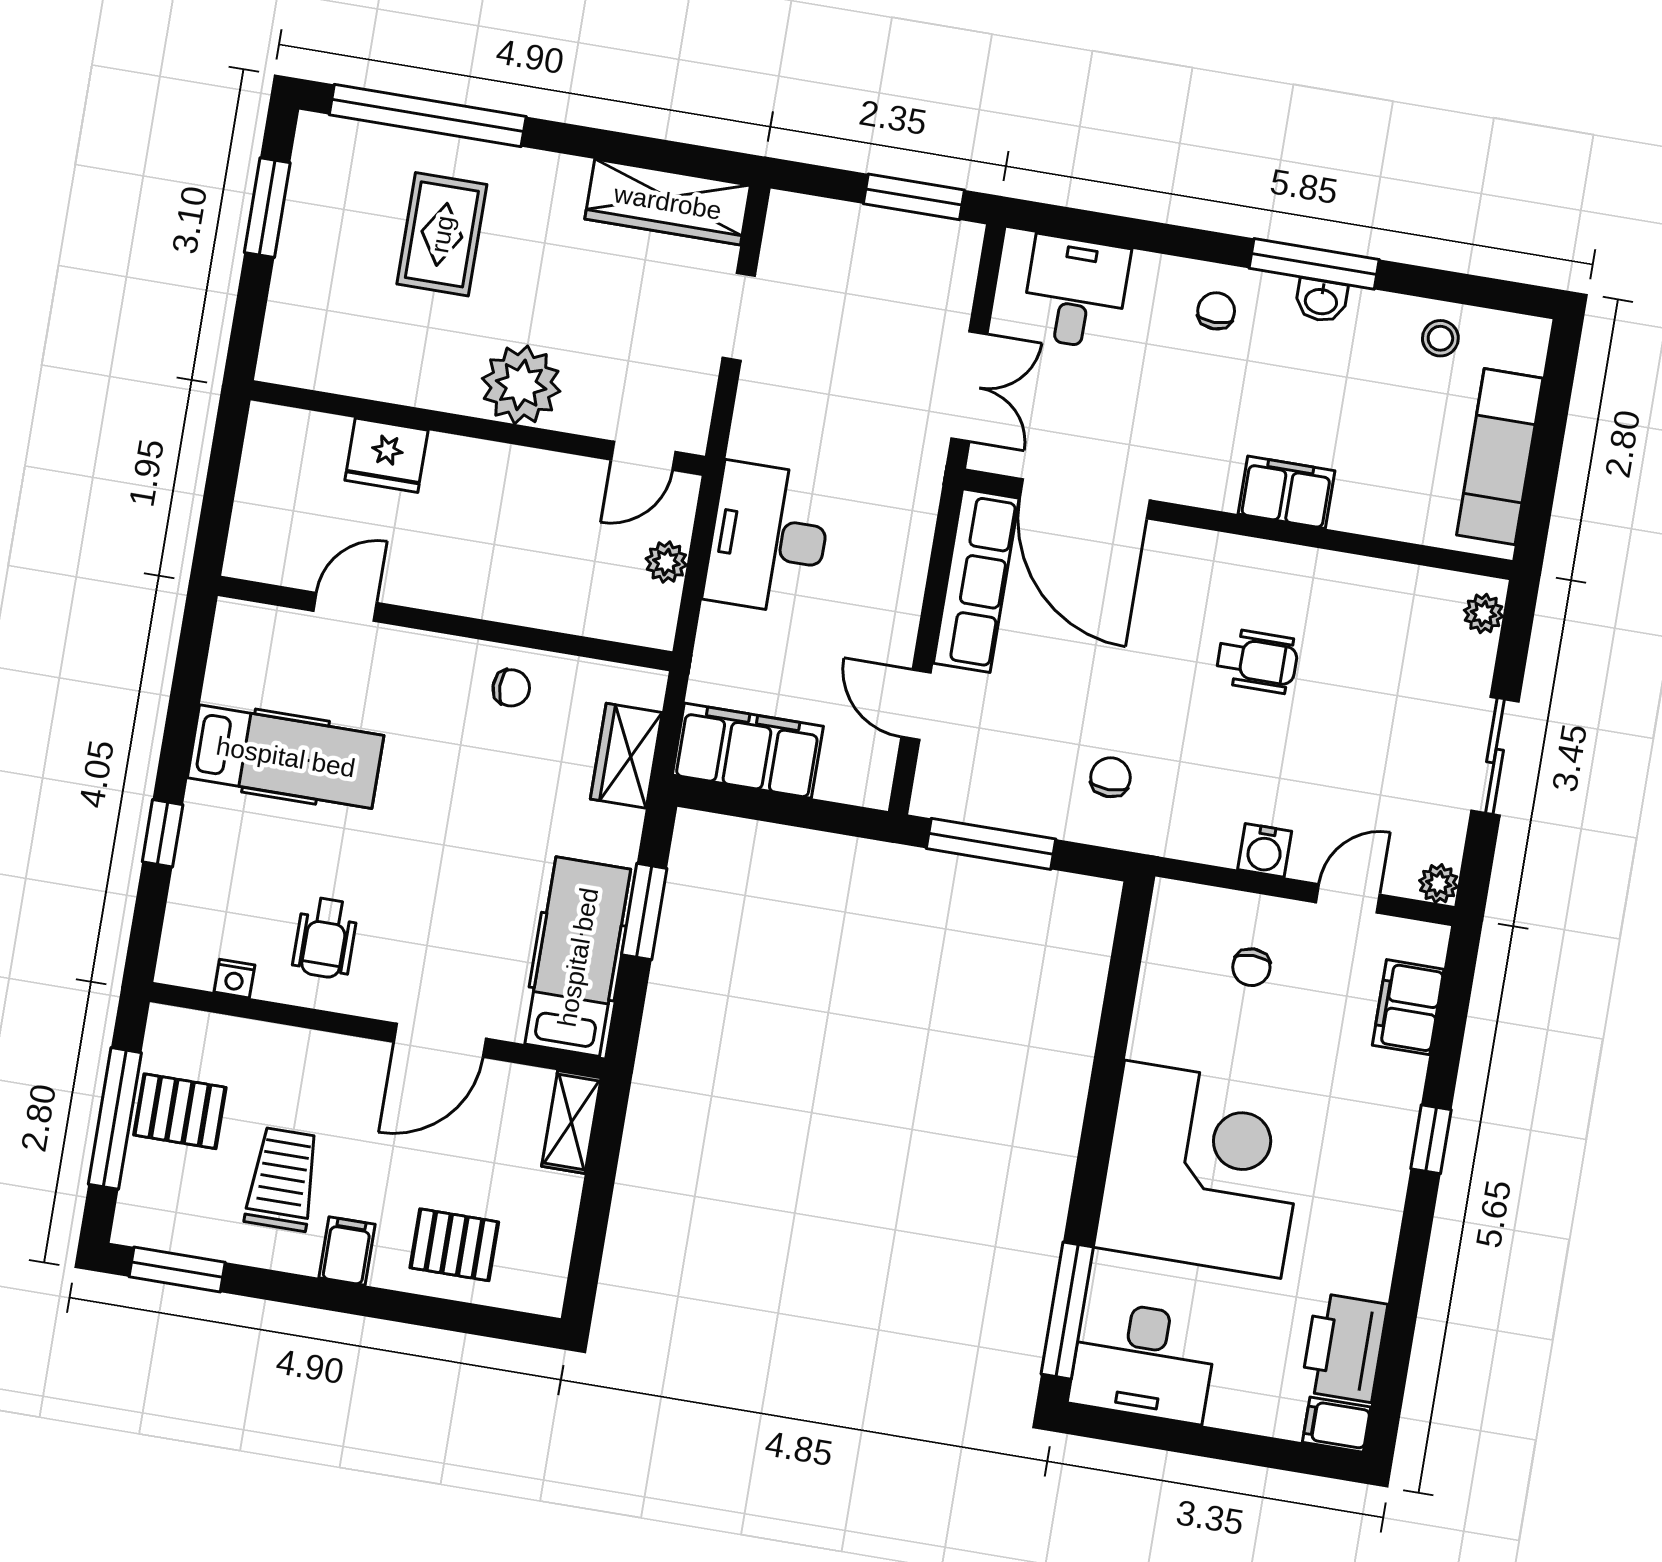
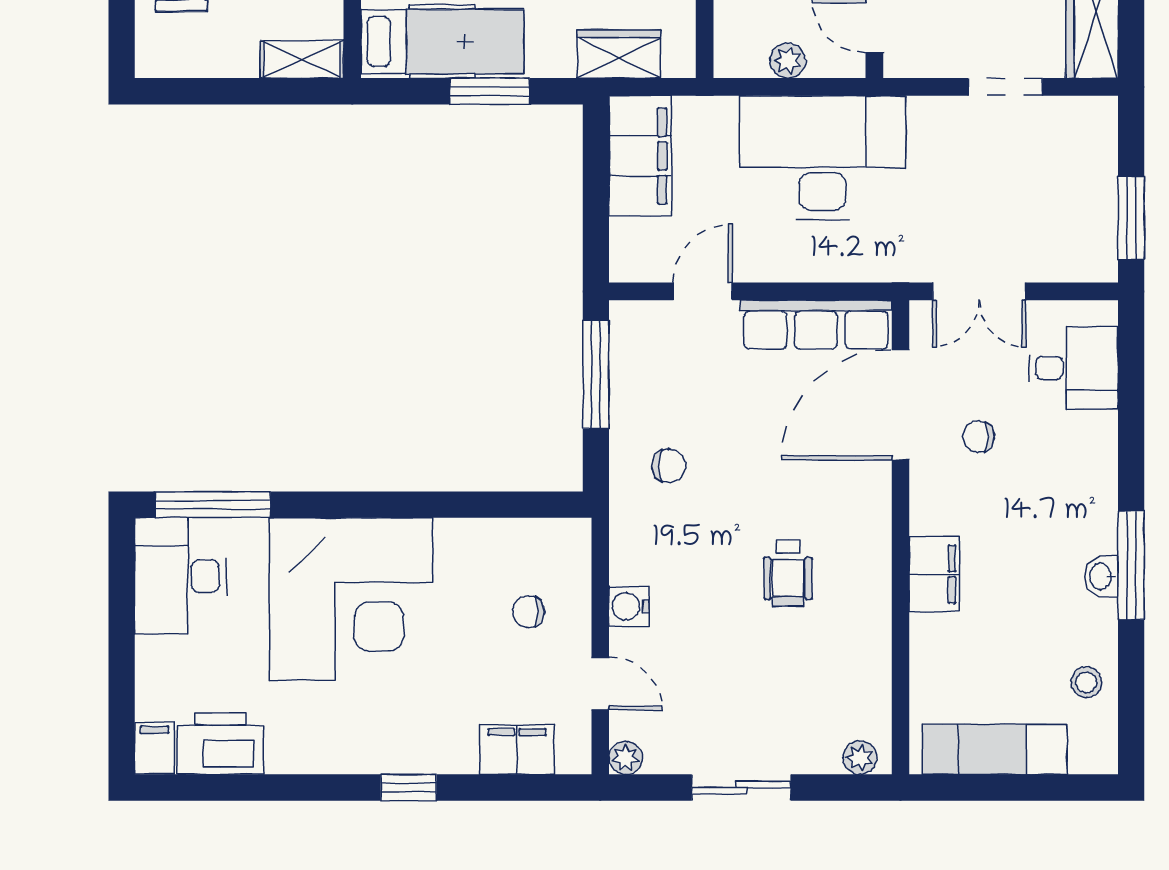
chair: (1216, 311) -> (978, 437), moved, turned 180
desk: (768, 538) -> (822, 158), width x1.36, depth x1.30

